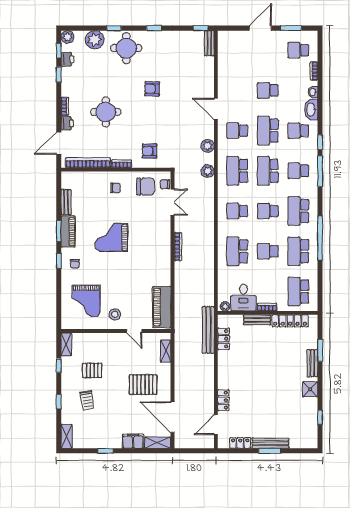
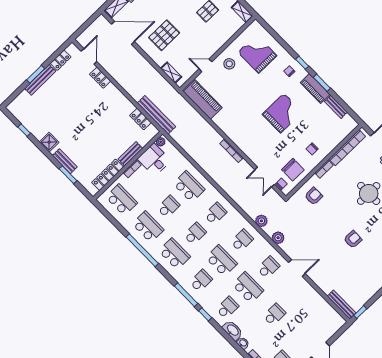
bench: (209, 43) -> (342, 305), width x1.36
school desk: (237, 171) -> (242, 240), width x0.54
chair: (146, 187) -> (293, 170), turned -90

